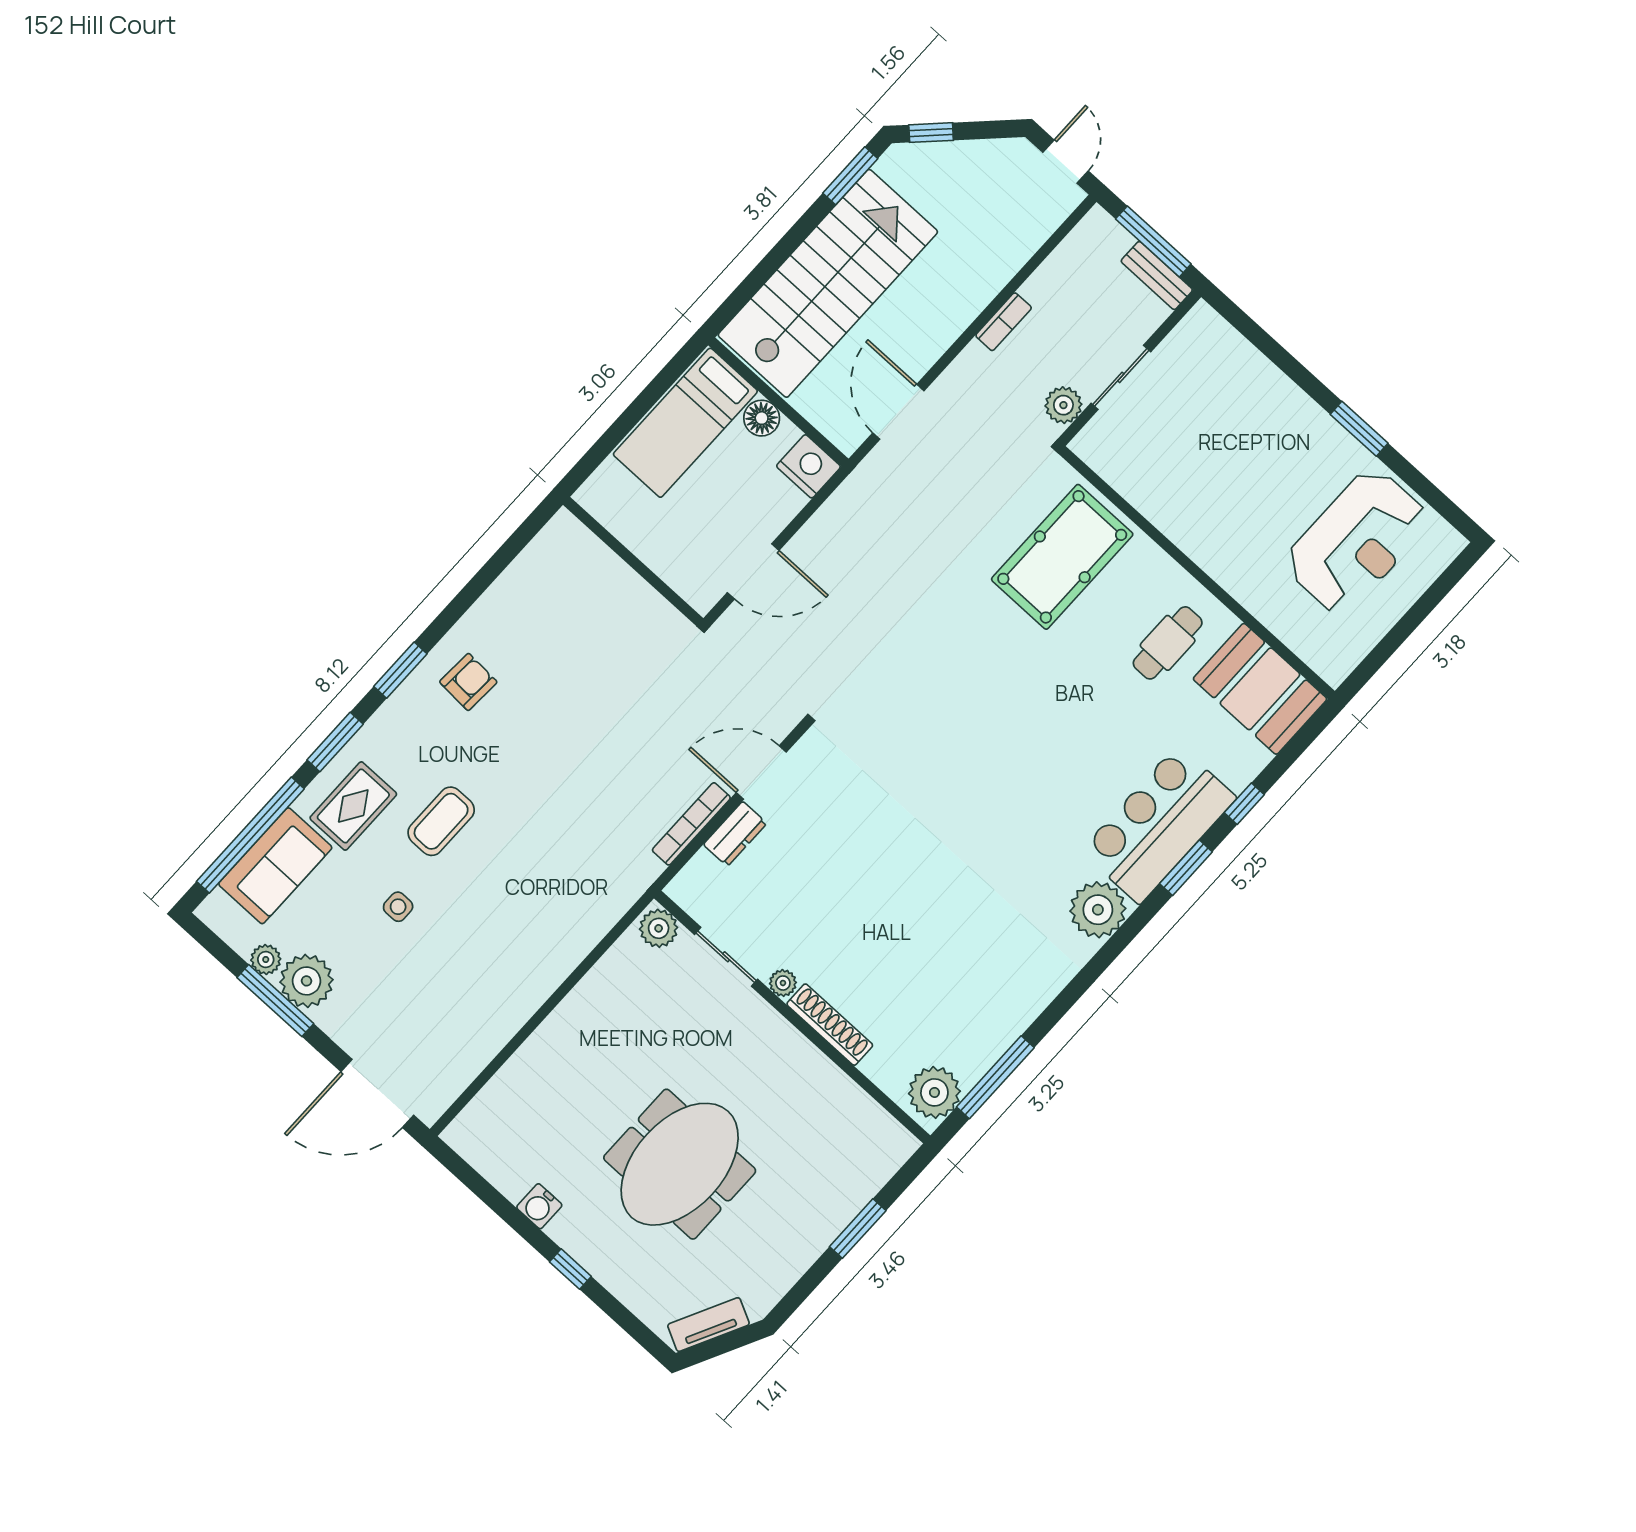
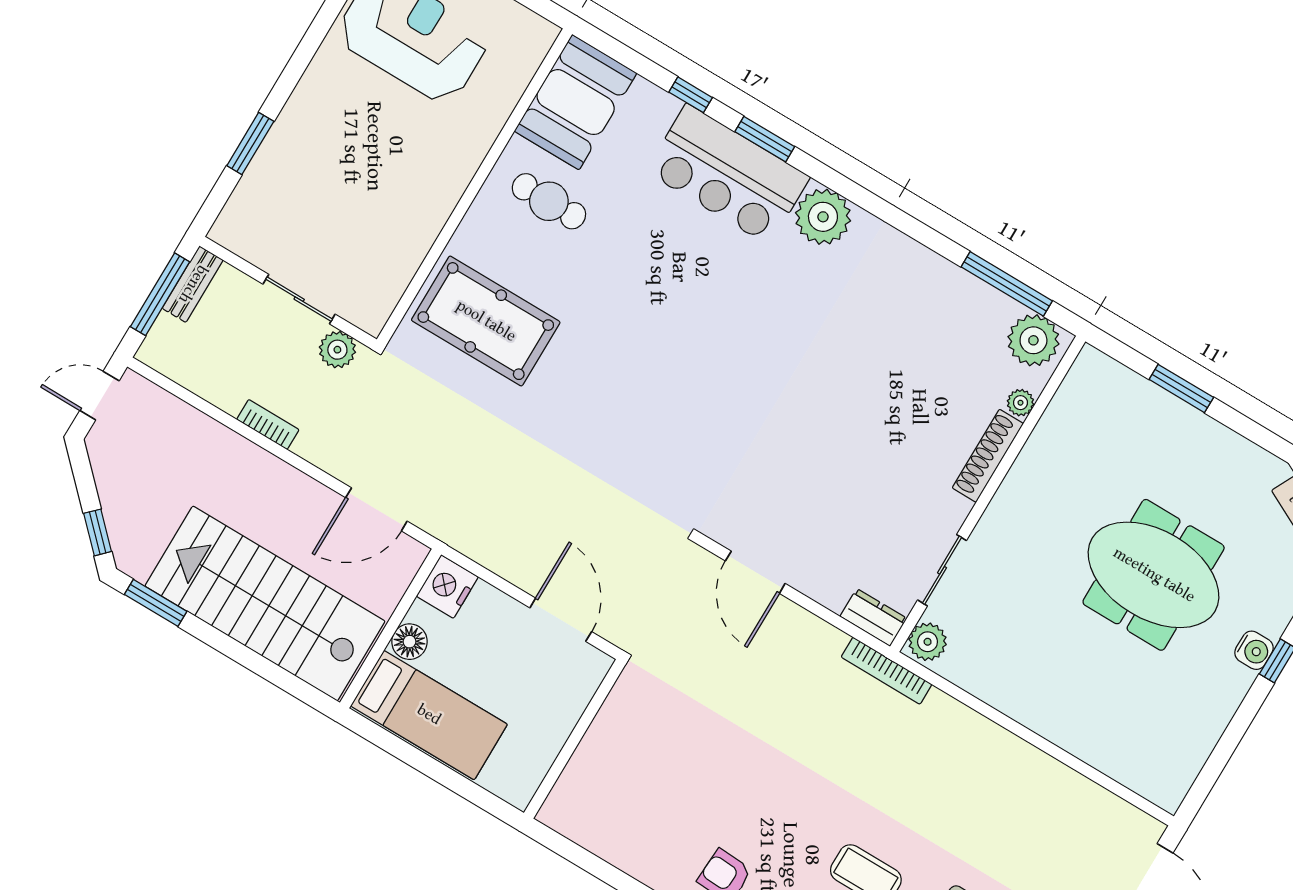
window: (1359, 429) -> (250, 143), moved
bookcase: (691, 824) -> (887, 671), moved
dresser: (735, 834) -> (873, 617), moved
plant: (783, 983) -> (1020, 403), moved
water cooler: (539, 1206) -> (1254, 650), moved

